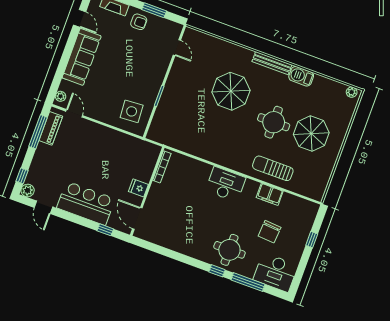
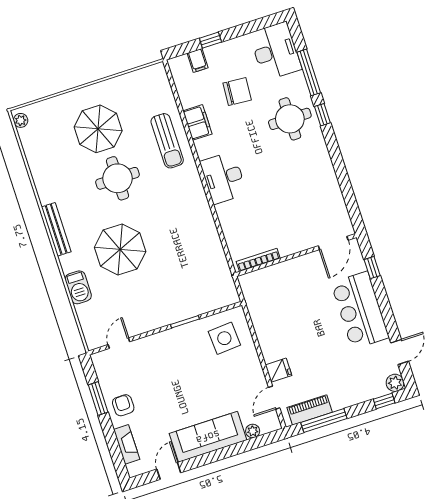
barbecue: (301, 76) -> (78, 287), moved
plant: (61, 96) -> (253, 431), moved
fridge: (138, 188) -> (279, 370), moved, turned -90
filing cabinet: (306, 223) -> (198, 60), added

